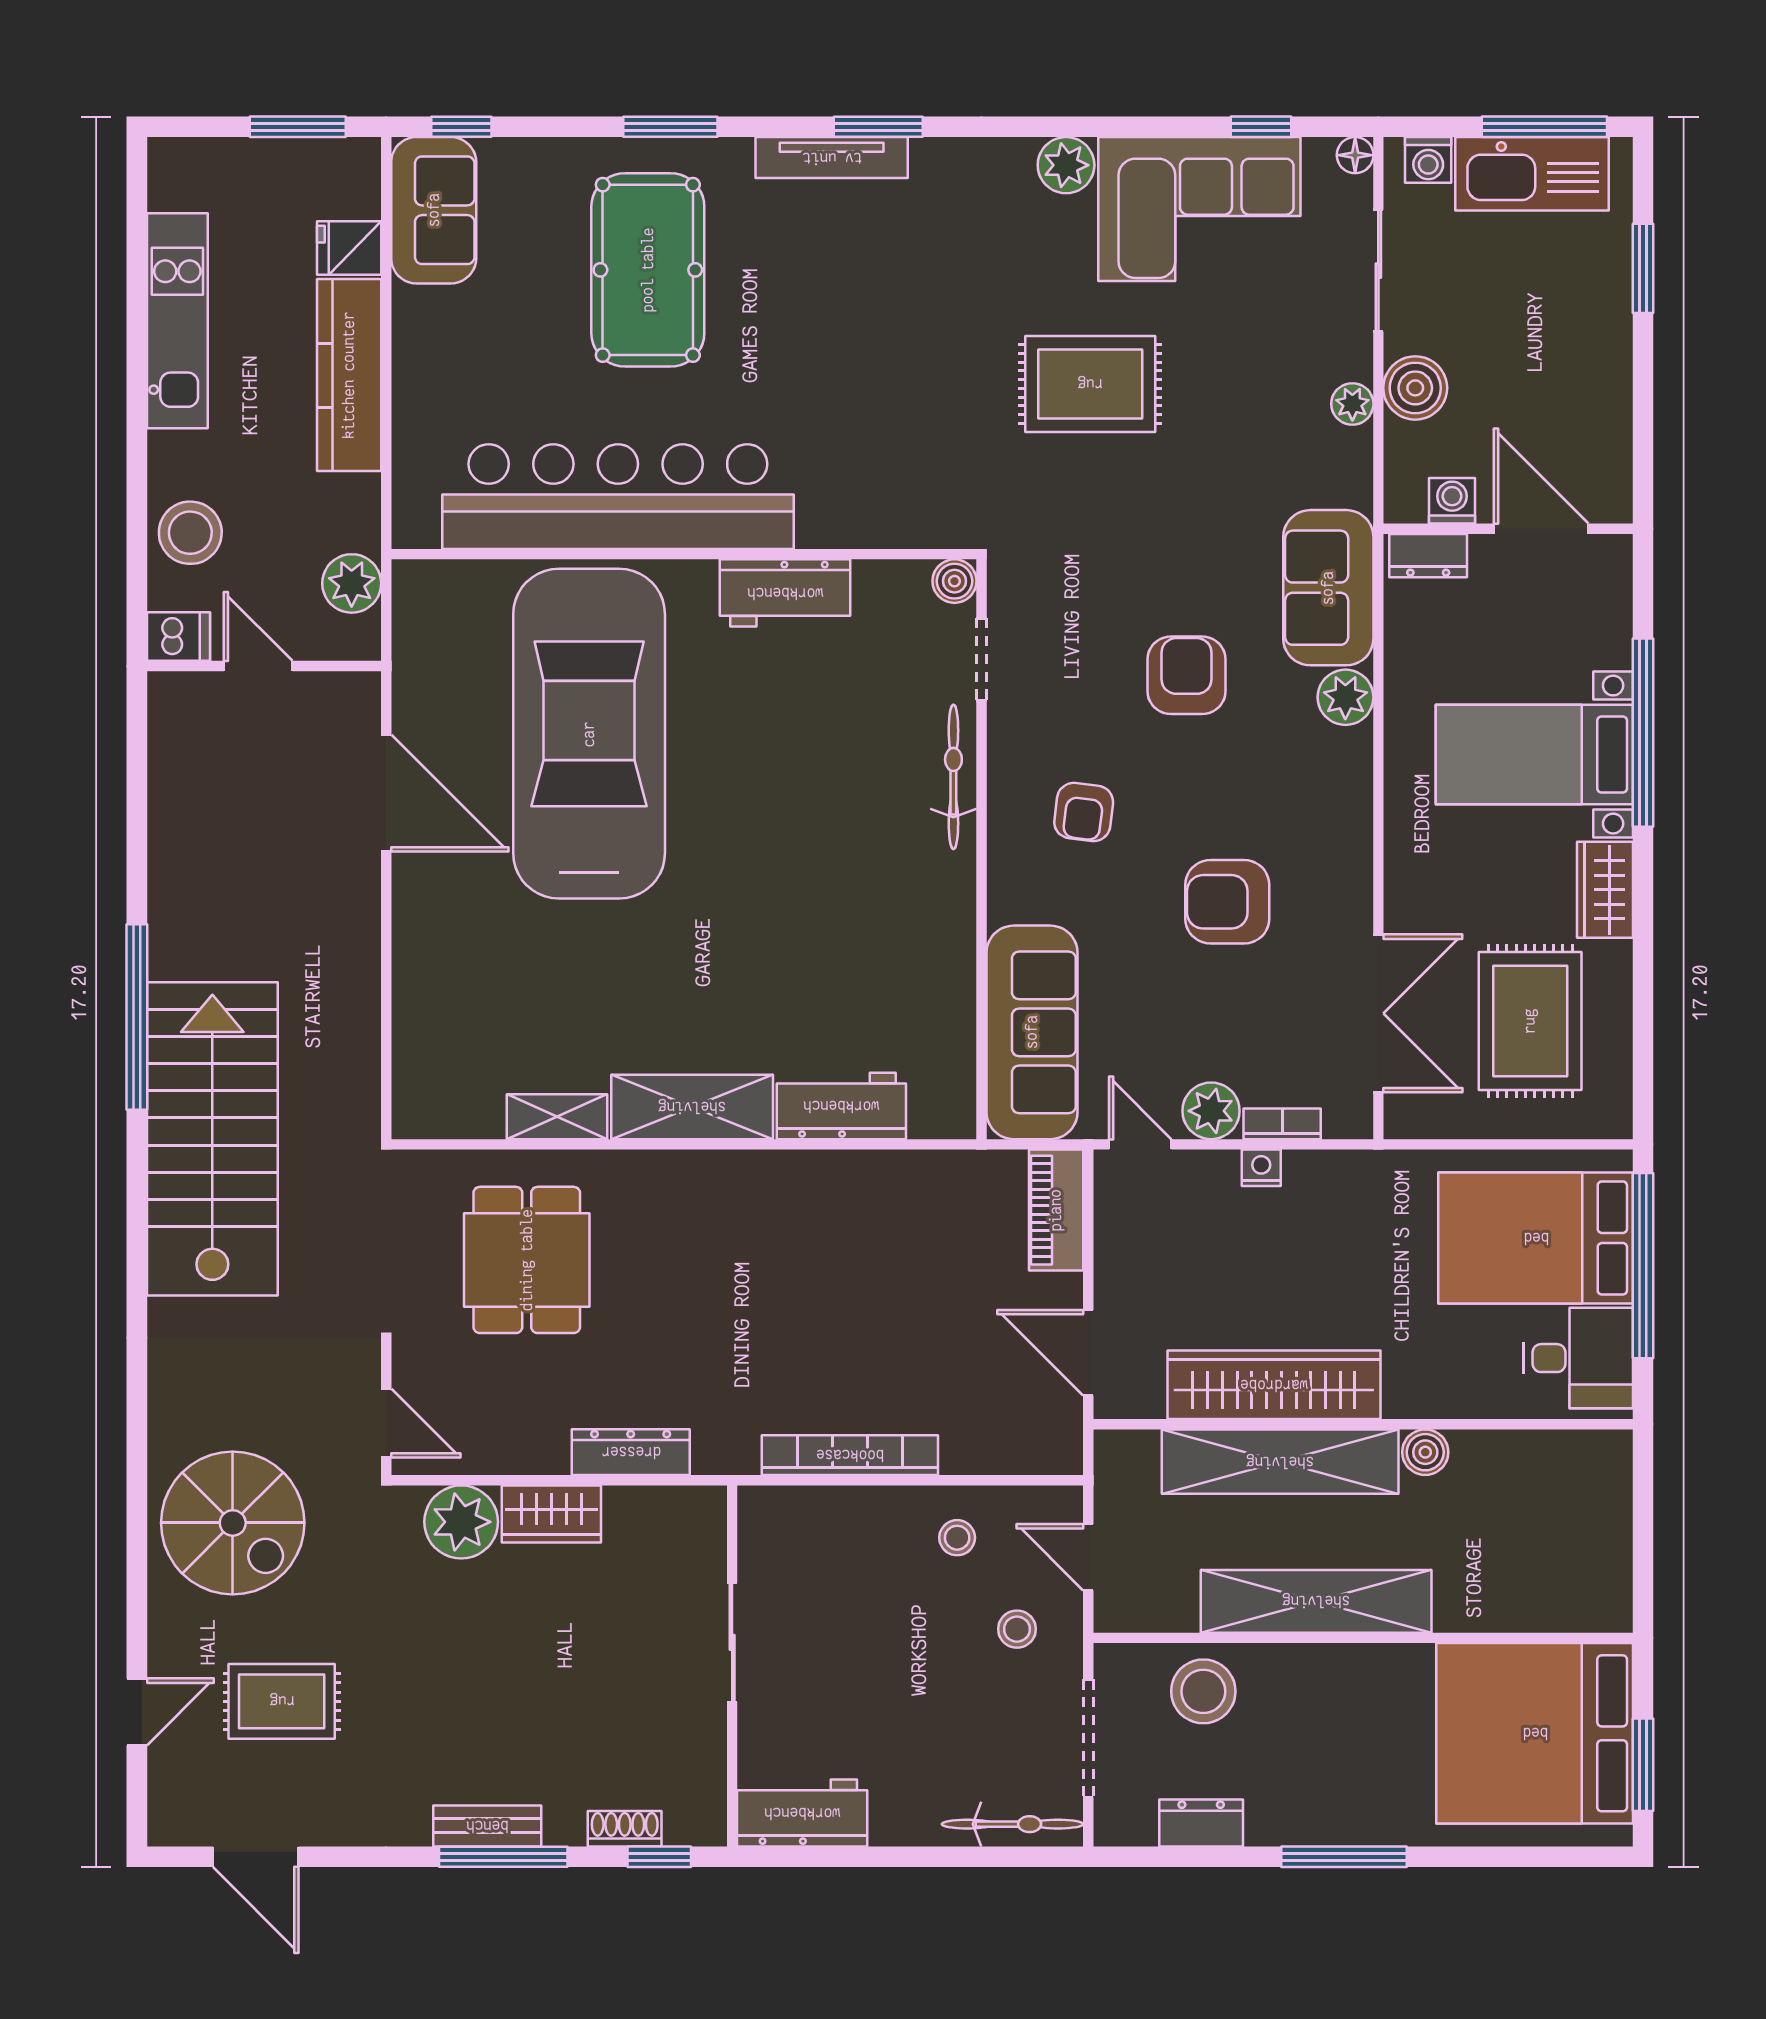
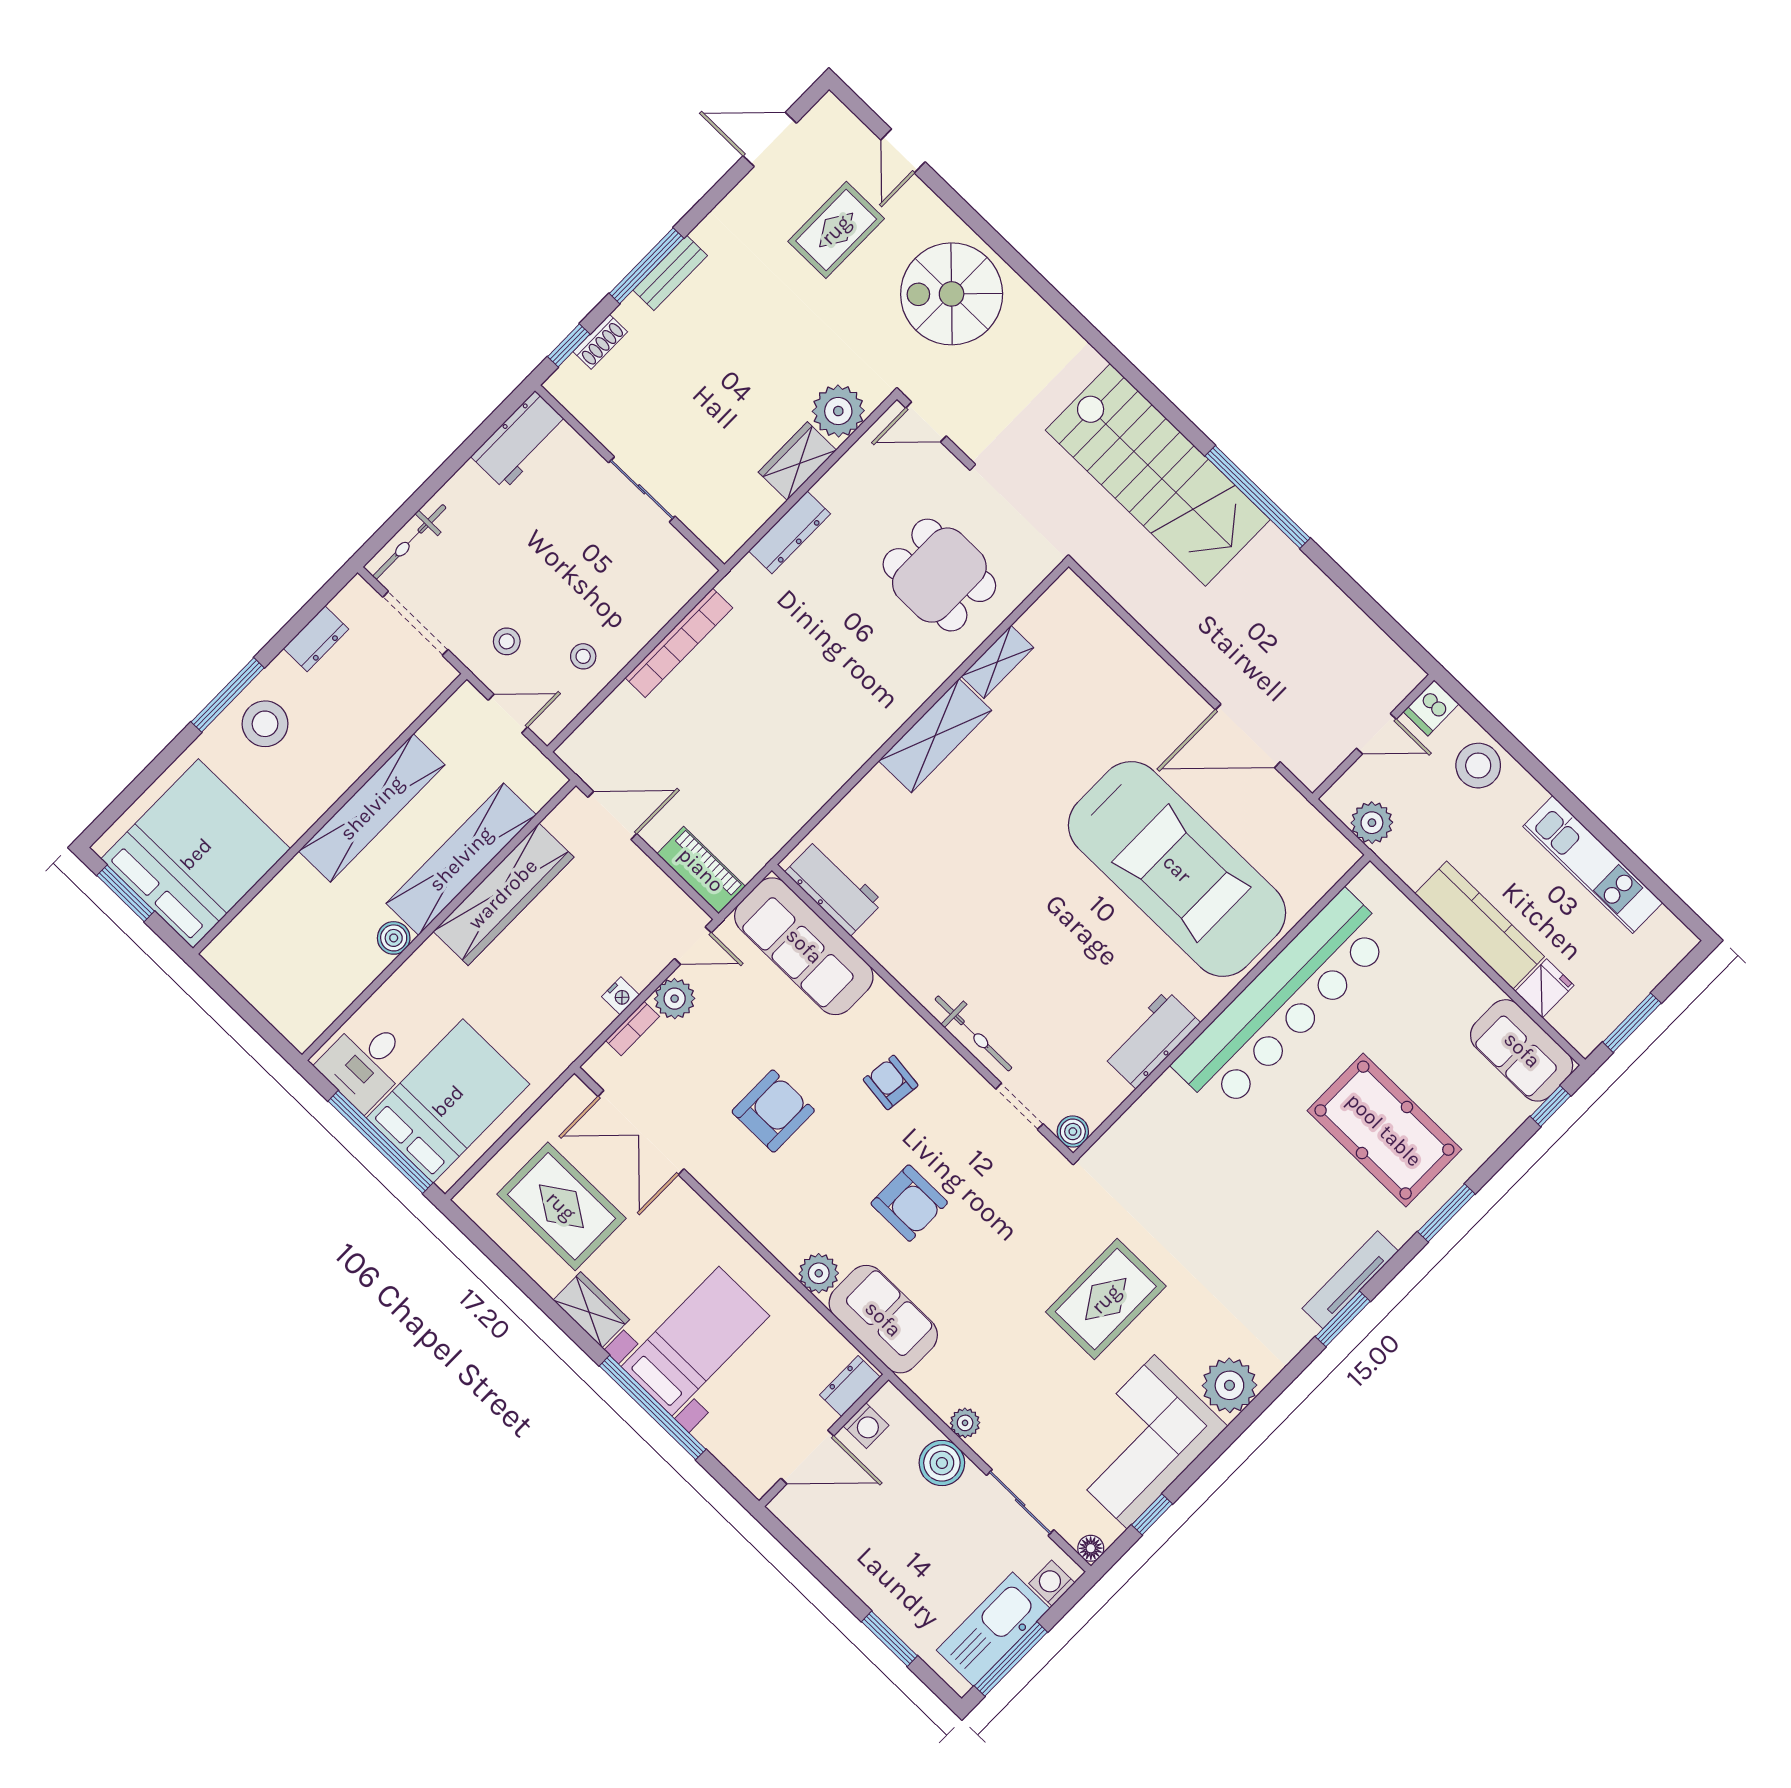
plant: (1066, 165) -> (1229, 1385), width x1.36, depth x1.36
workbench: (841, 1106) -> (834, 887), moved, turned -90
stool: (1203, 1691) -> (265, 724), moved

